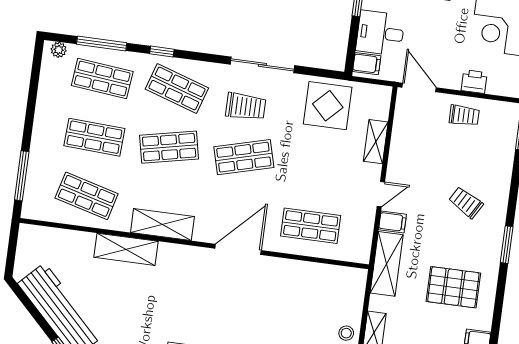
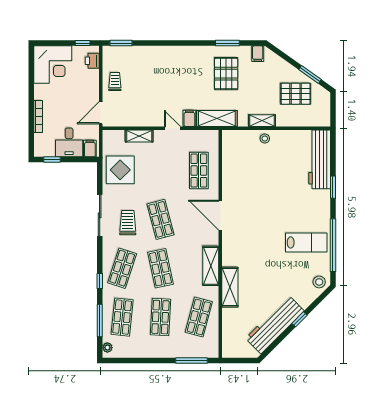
printer: (474, 82) -> (92, 61), moved
trolley: (466, 202) -> (171, 73), removed
window: (507, 245) -> (227, 43), moved

